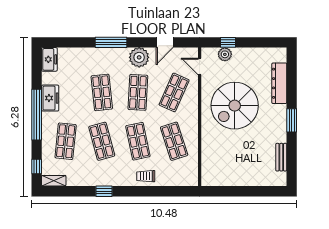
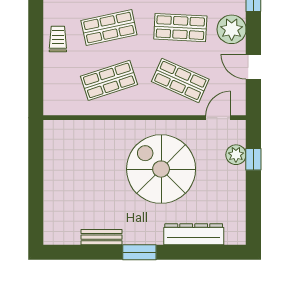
bench: (281, 157) -> (101, 237), moved

